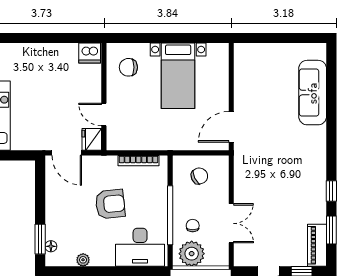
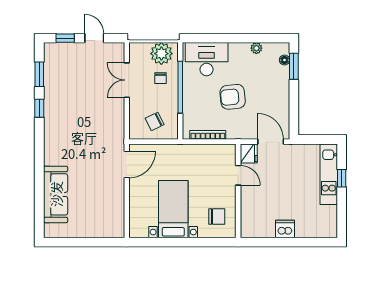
dishwasher: (90, 53) -> (285, 229), moved
piano: (317, 245) -> (52, 61), removed

